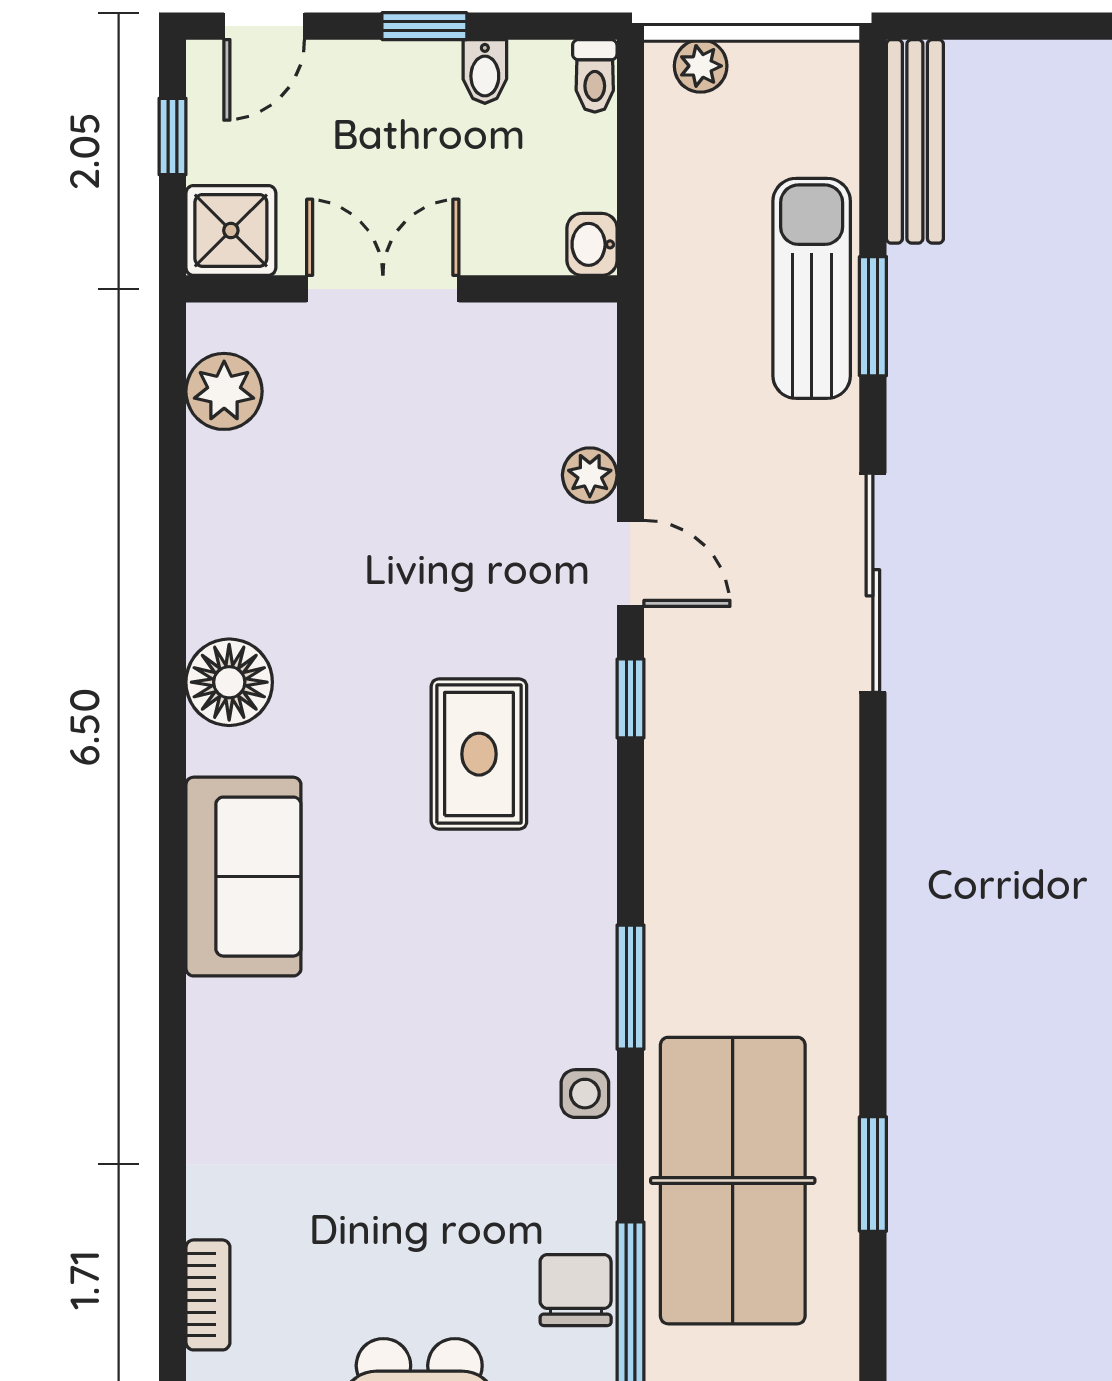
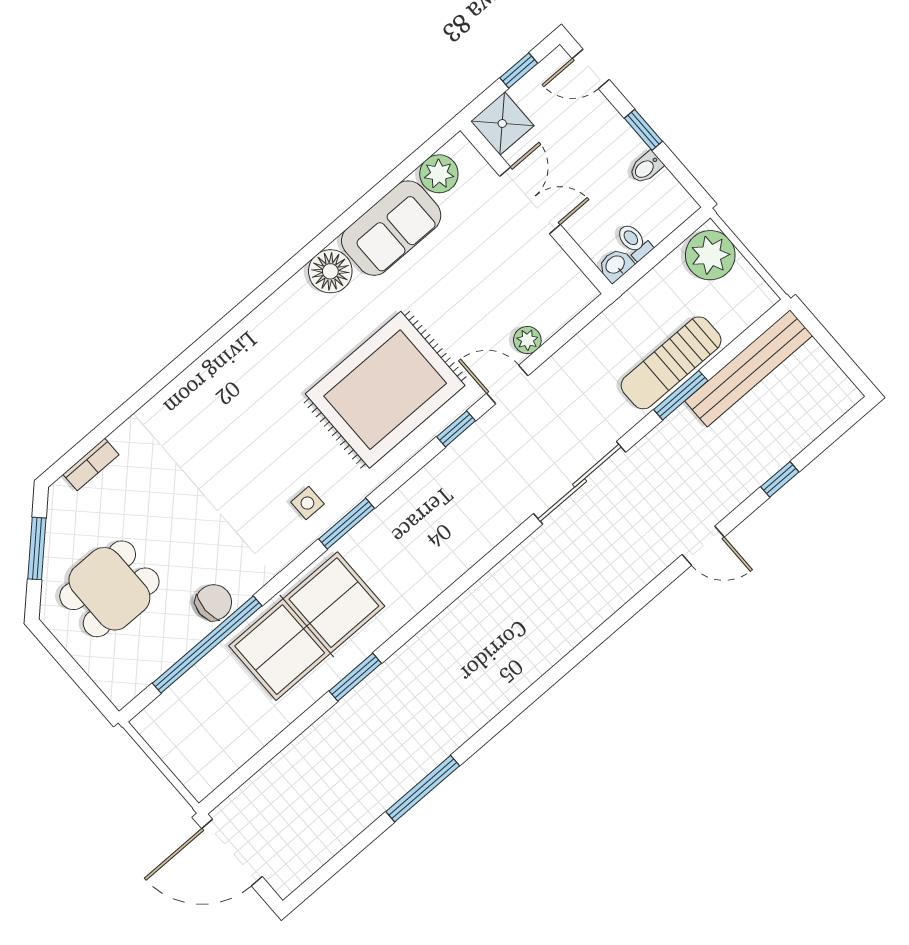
plant: (701, 66) -> (710, 255), width x1.87, depth x1.87
toilet: (595, 76) -> (634, 242), moved, turned 90
bench: (915, 141) -> (749, 368), width x1.37, depth x1.21
sun lounger: (812, 288) -> (671, 363), turned 180
door: (630, 563) -> (507, 384), swing flipped
rug: (479, 754) -> (385, 390), width x1.86, depth x2.06
sofa: (243, 877) -> (391, 228), moved
side table: (585, 1094) -> (307, 503), moved

